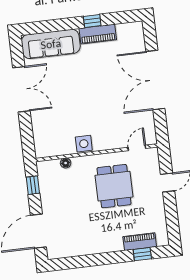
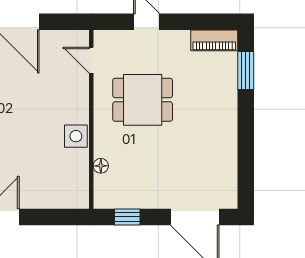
piano: (140, 242) -> (214, 40), moved, turned -90
window: (142, 254) -> (246, 71), width x1.50

